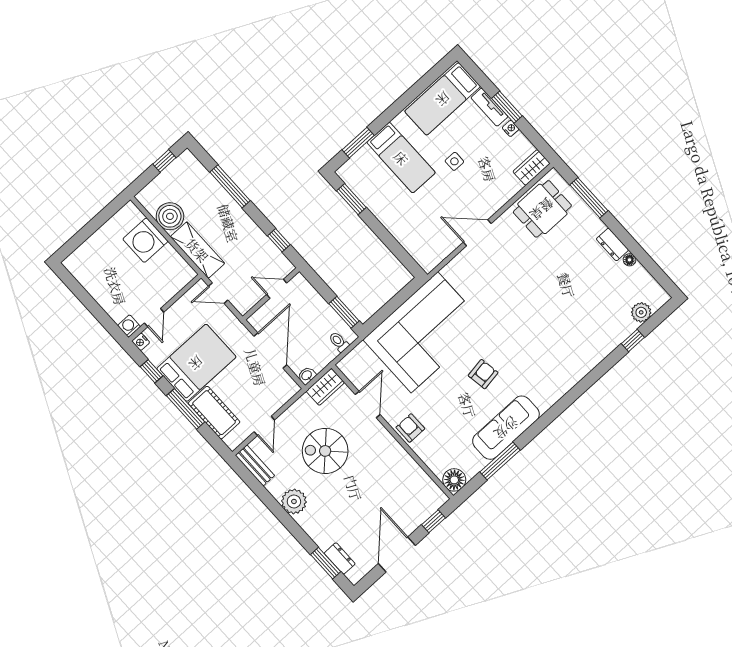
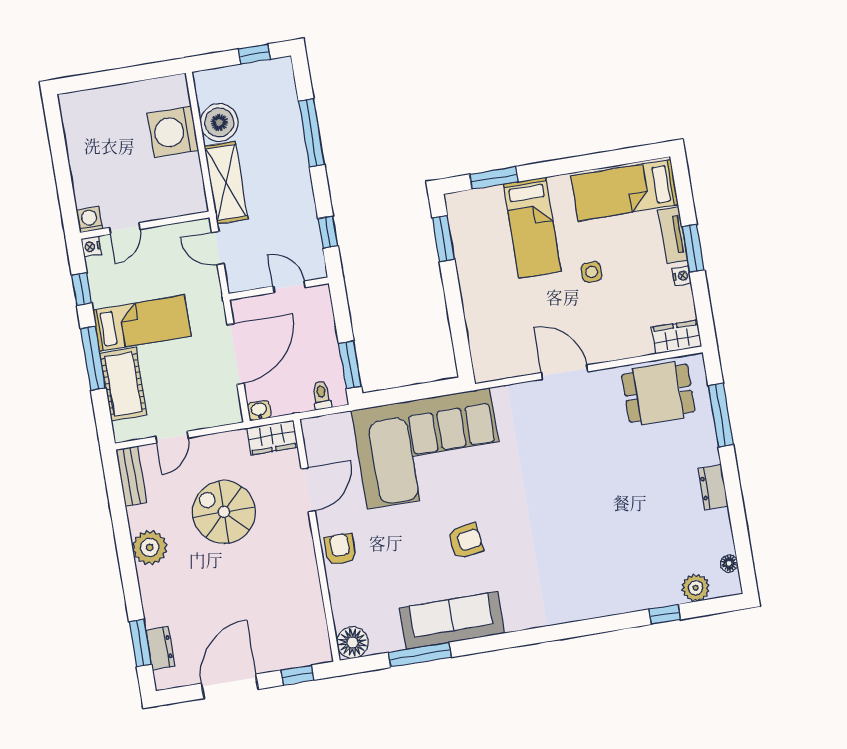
floor lamp: (630, 260) -> (729, 564), moved
bed: (196, 363) -> (142, 323), width x0.67

